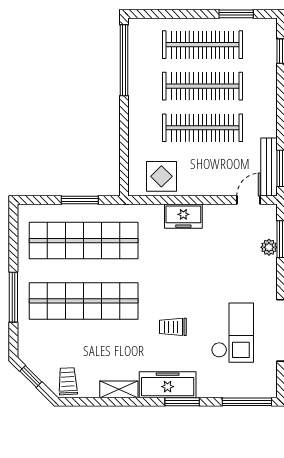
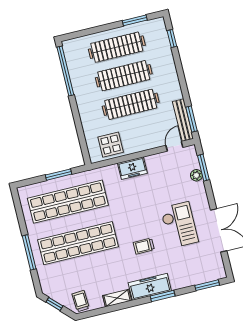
checkout: (233, 333) -> (179, 225), moved
window: (247, 402) -> (207, 285), width x0.69

